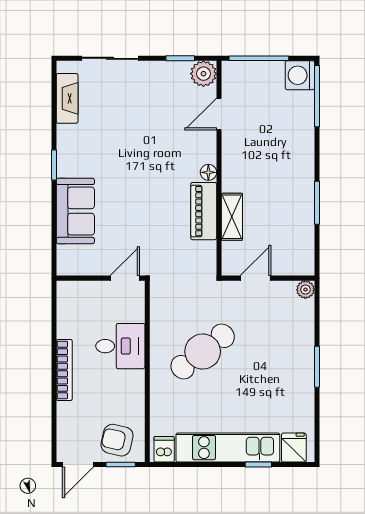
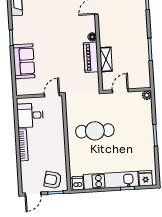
desk: (120, 346) -> (30, 115), moved, turned 180
cafe table: (203, 352) -> (95, 131), turned 38

